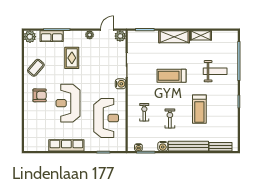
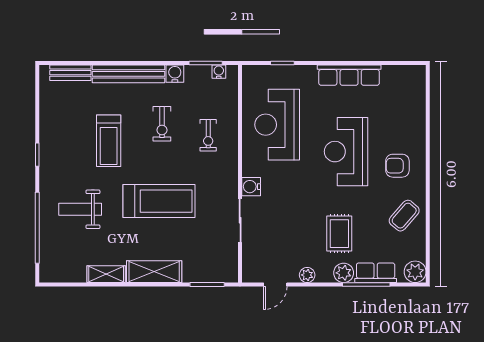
plant: (120, 36) -> (344, 273), moved
treadmill: (172, 76) -> (159, 201), width x1.37, depth x1.38
reception desk: (68, 103) -> (346, 152), turned 180
treadmill: (199, 109) -> (109, 141), turned 180

